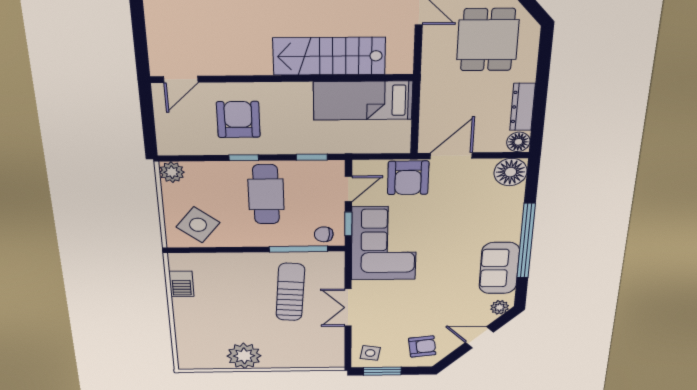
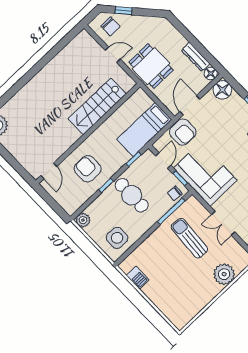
dining table: (488, 40) -> (151, 66), moved
bed: (363, 101) -> (144, 129), moved
side table: (198, 225) -> (117, 238), turned -38
plant: (244, 356) -> (224, 274), moved

